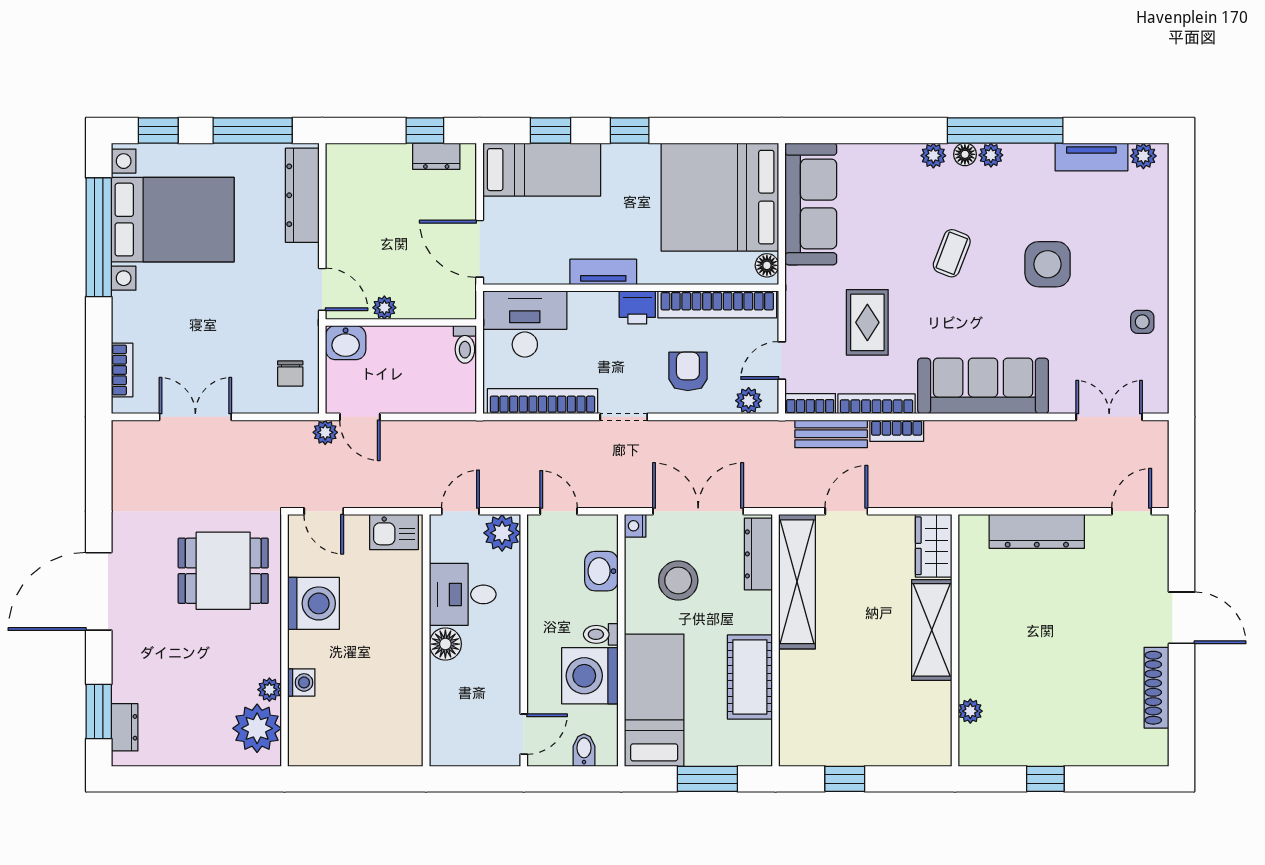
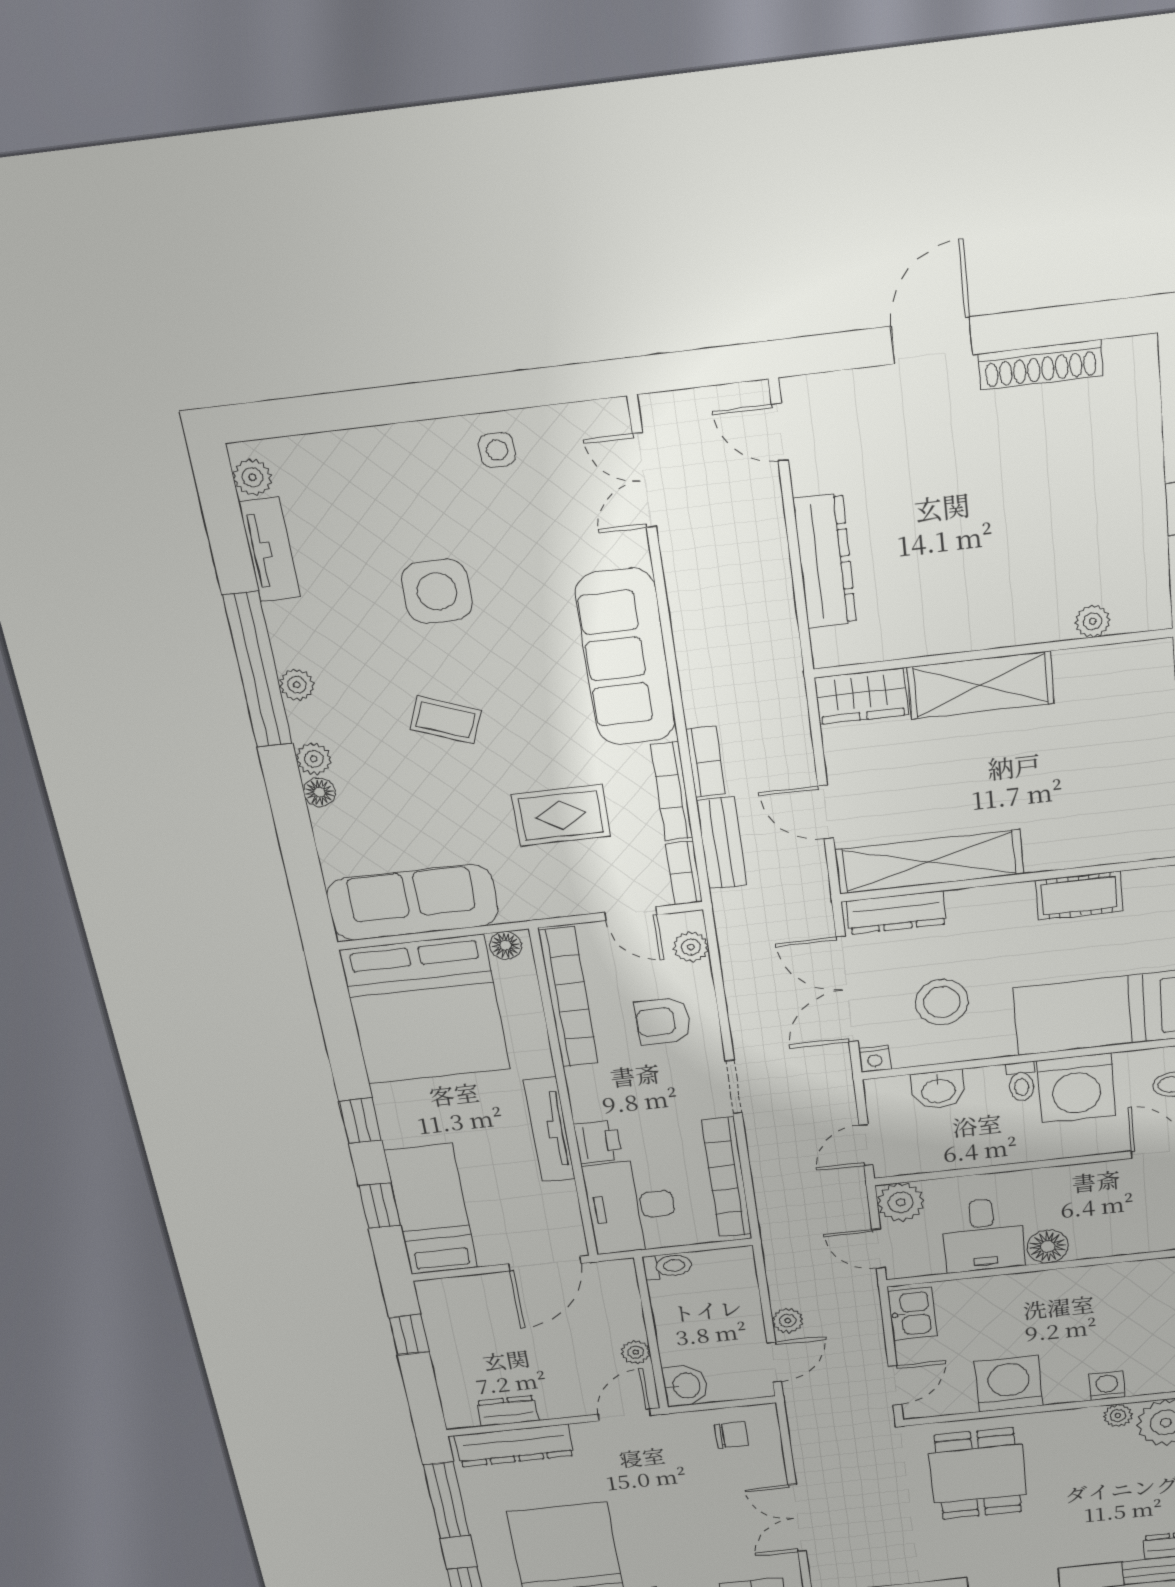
floor lamp: (965, 154) -> (319, 792), moved
dresser: (436, 156) -> (508, 1411), moved, turned -90
tv unit: (603, 272) -> (549, 1130), width x1.41
printer: (637, 307) -> (598, 1142), moved
plant: (325, 432) -> (788, 1321), moved
cot: (750, 677) -> (1079, 896), width x0.73, depth x0.75

